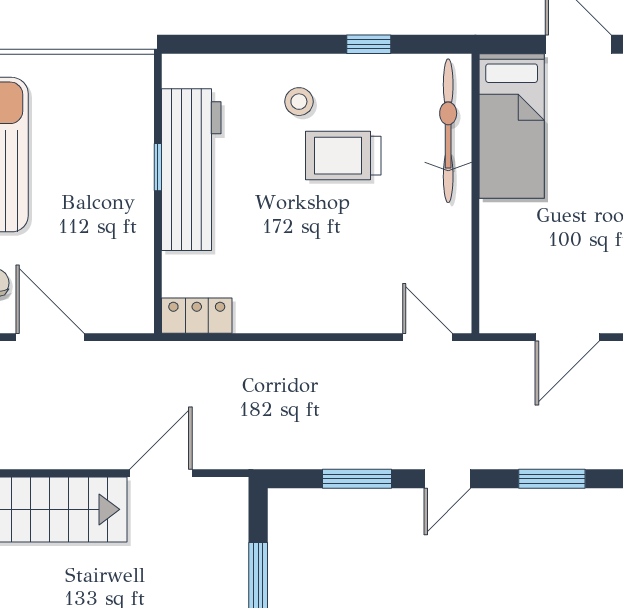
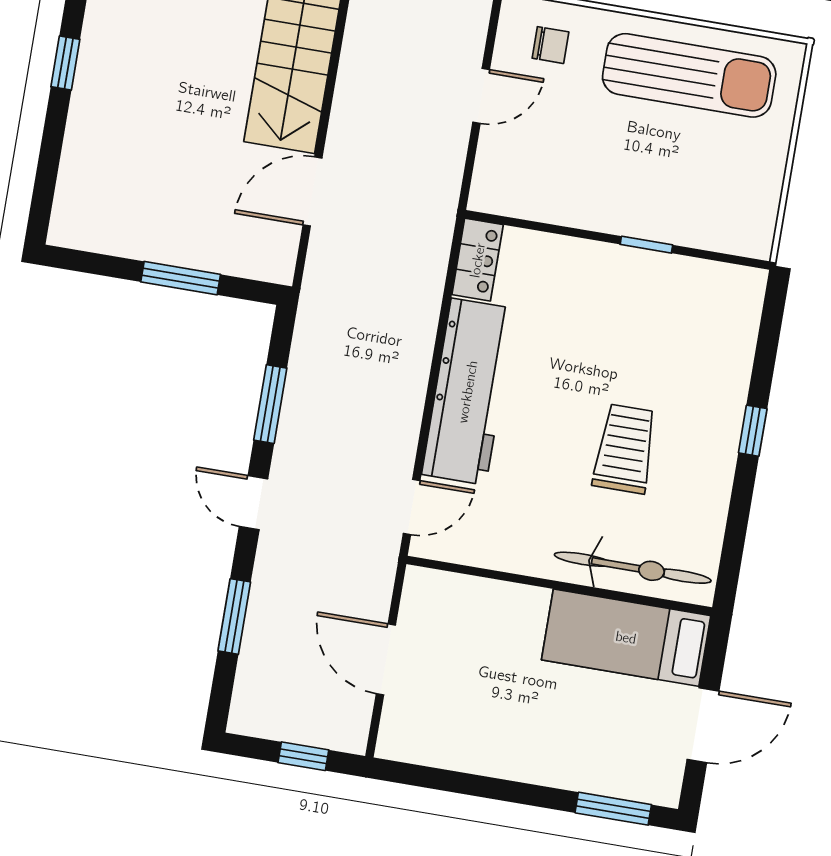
window: (369, 44) -> (753, 431), moved
stool: (299, 102) -> (692, 410), removed
workbench: (191, 170) -> (468, 392), moved, turned -90
door: (50, 337) -> (481, 96), width x0.73
door: (161, 473) -> (313, 191), swing flipped

